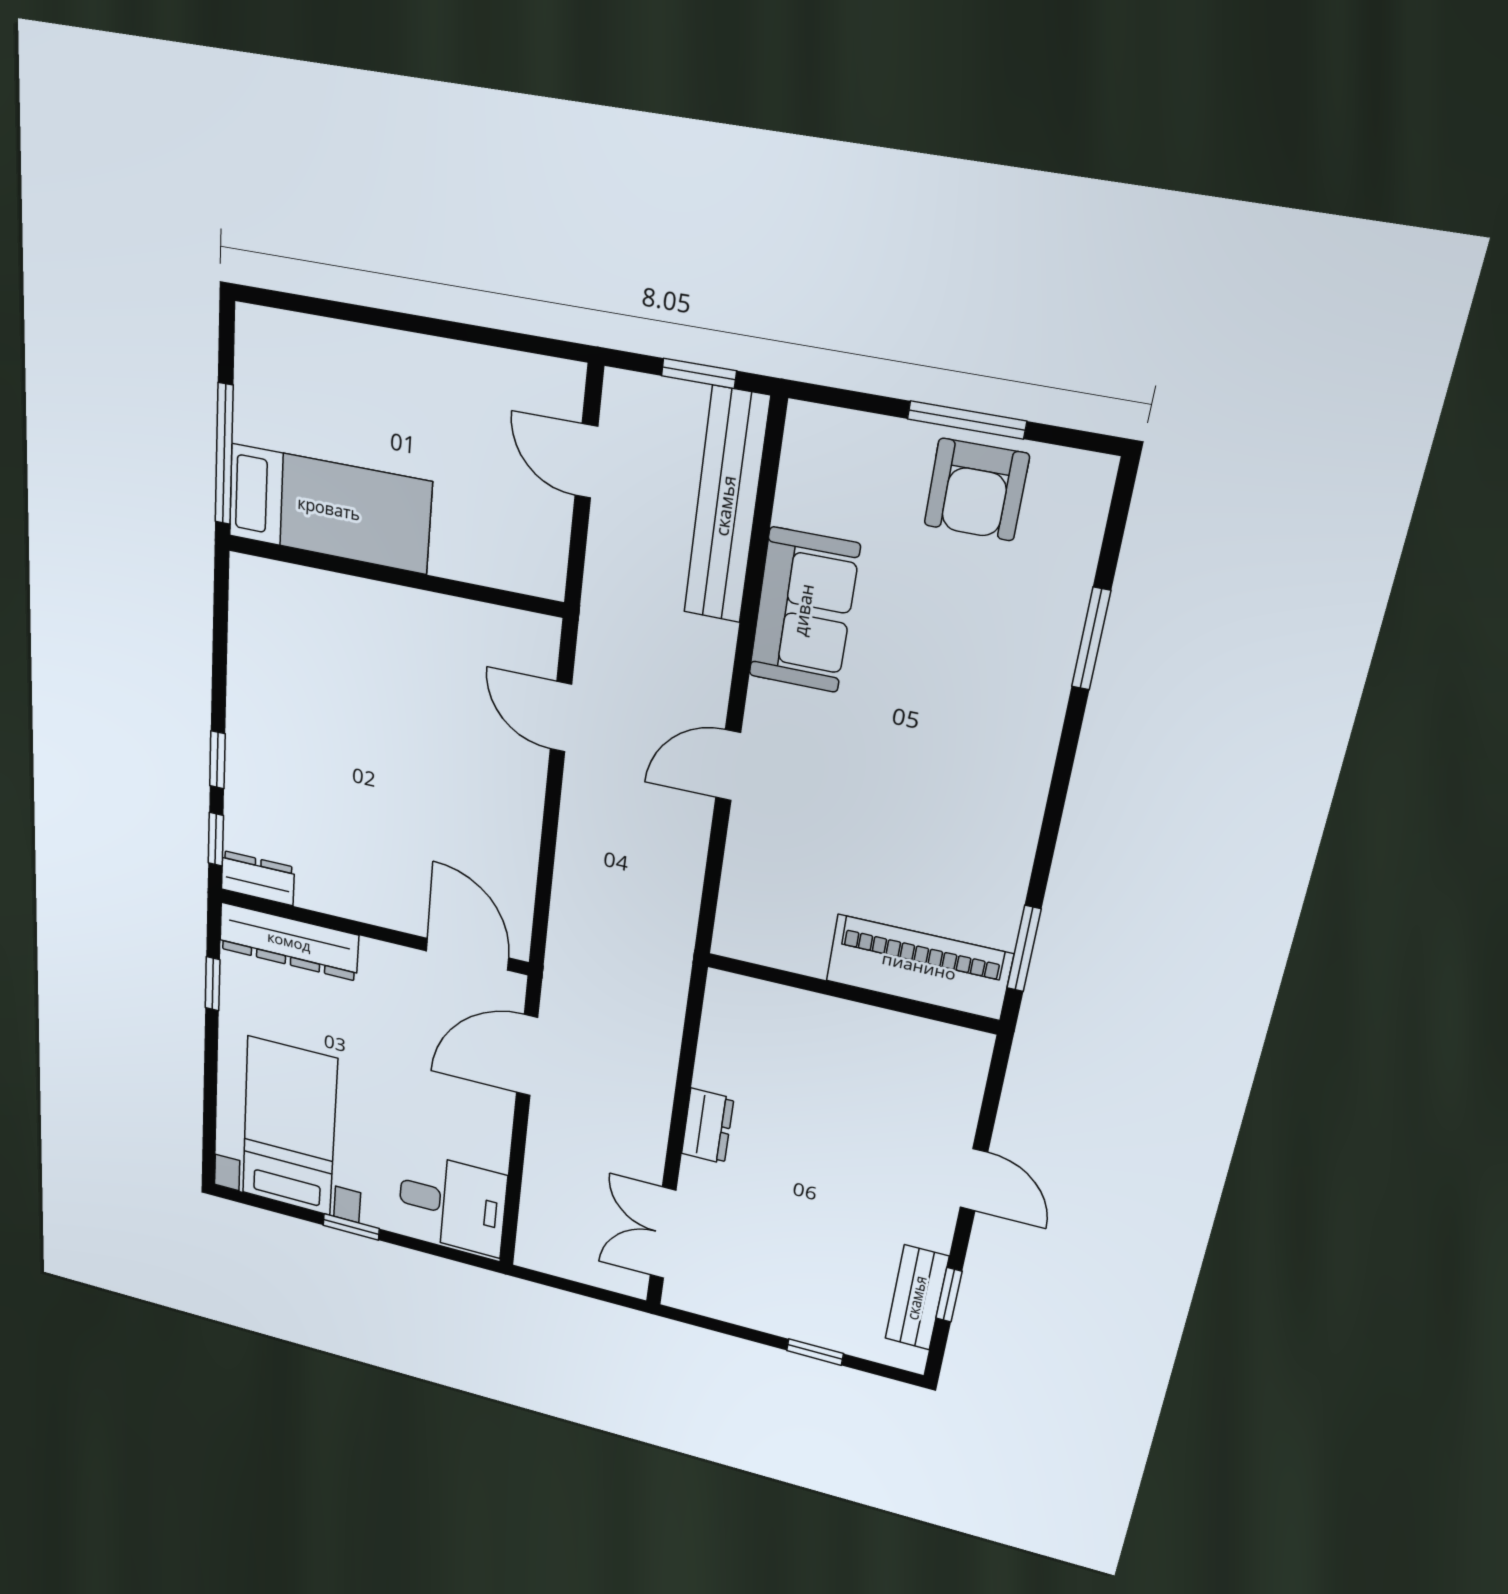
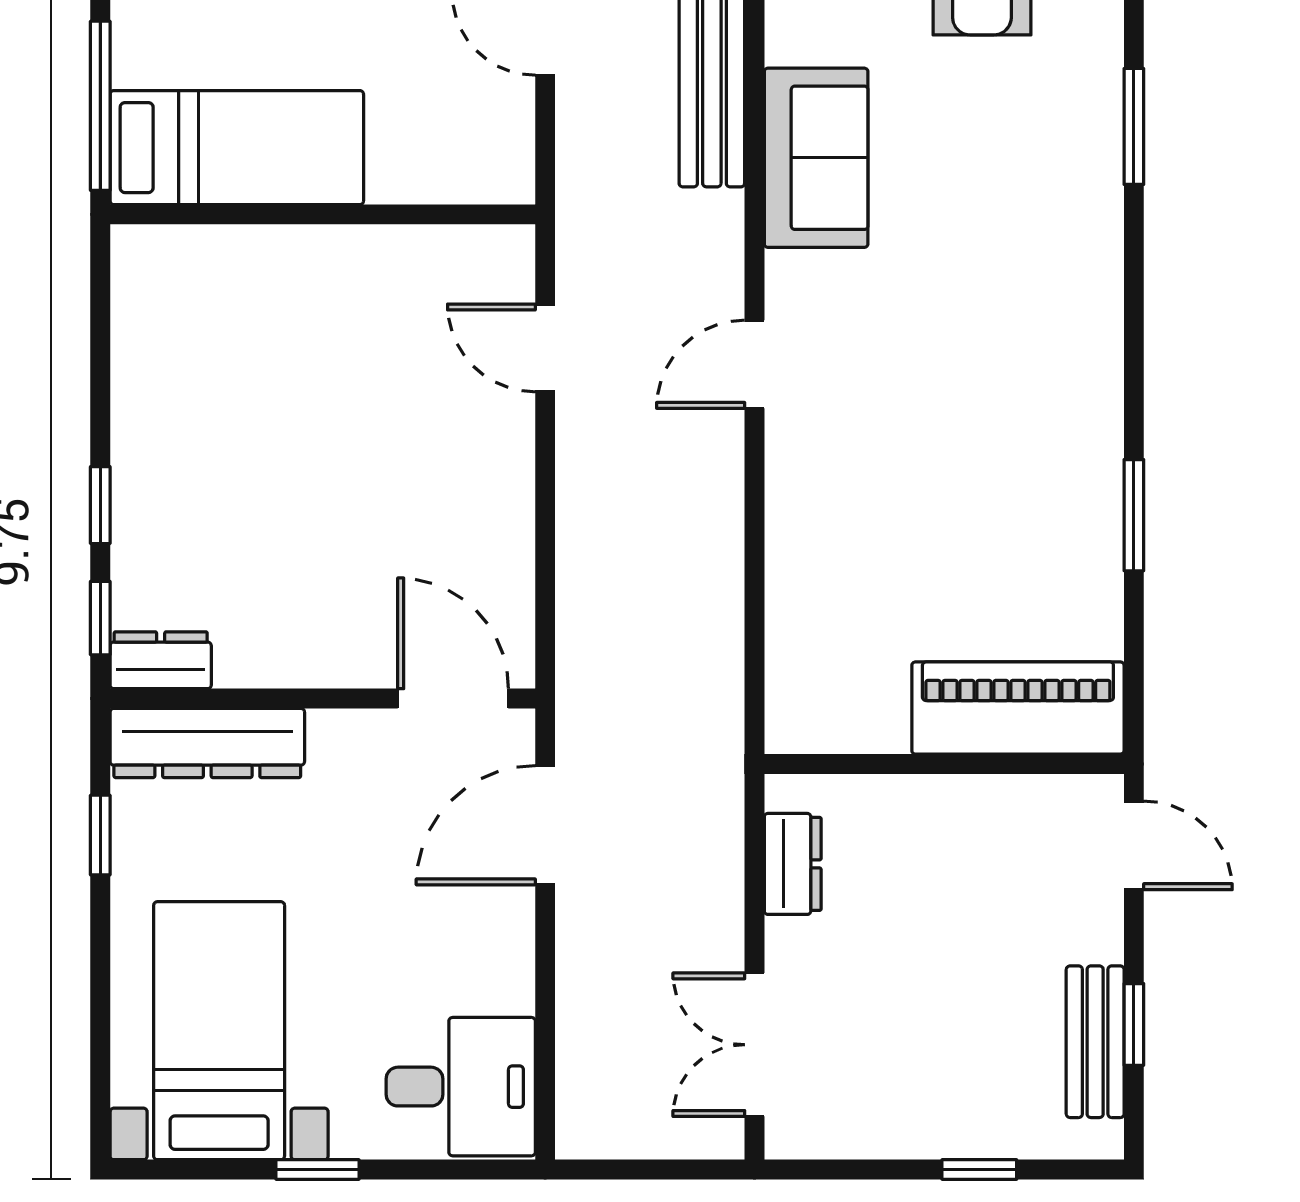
piano: (919, 967) -> (1018, 708), moved
wall: (851, 993) -> (944, 764), moved

